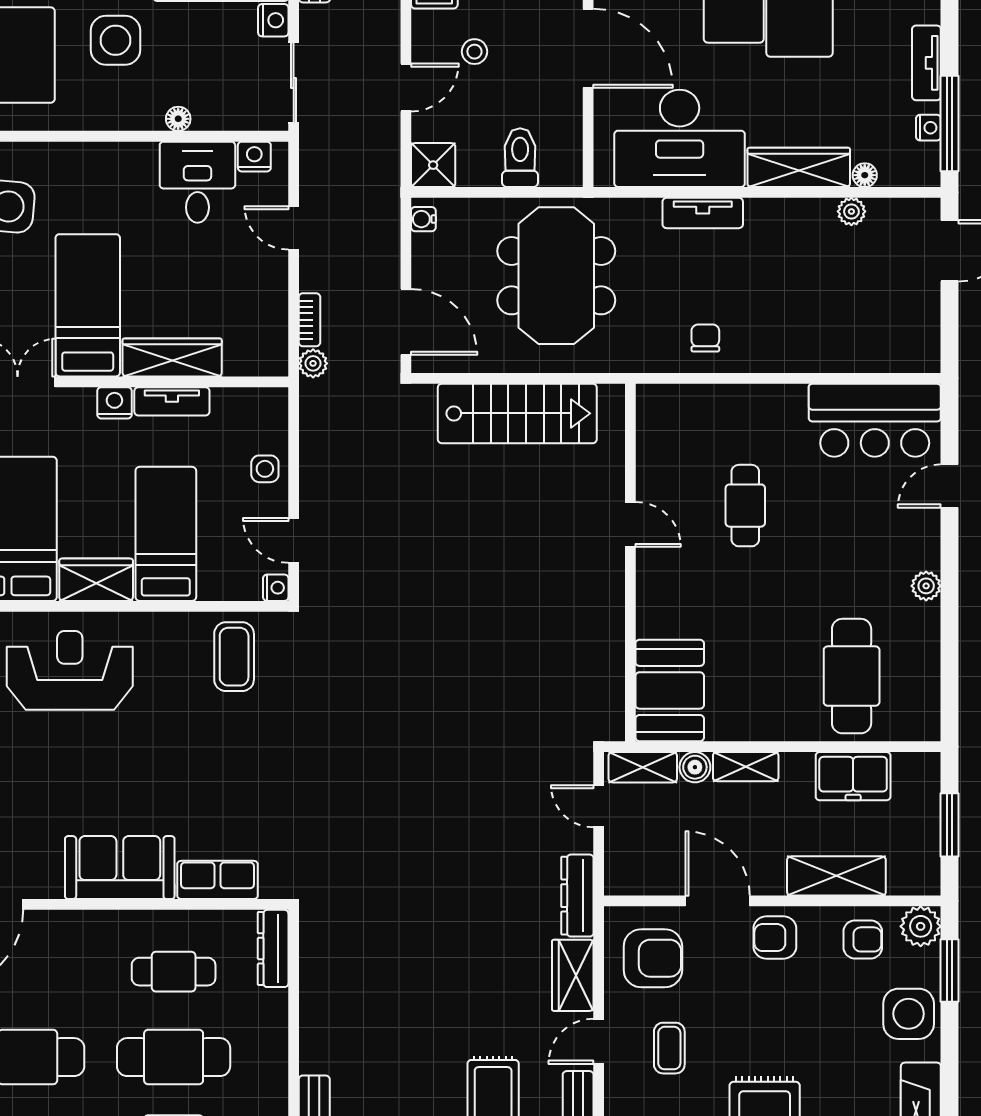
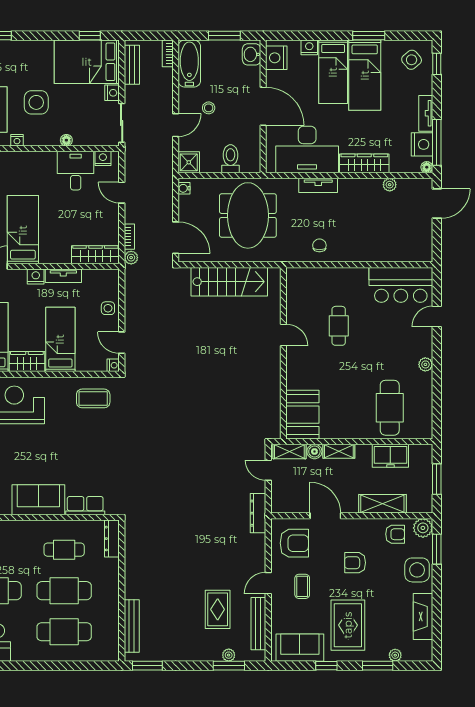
nightstand: (75, 119) -> (17, 140), added
nightstand: (928, 128) -> (422, 144), width x1.89, depth x1.79
floor lamp: (865, 175) -> (427, 167), moved
wardrobe: (172, 357) -> (95, 255), moved
coffee table: (234, 657) -> (93, 398), turned 90
armchair: (775, 938) -> (355, 563), moved
wardrobe: (573, 975) -> (256, 551), removed

